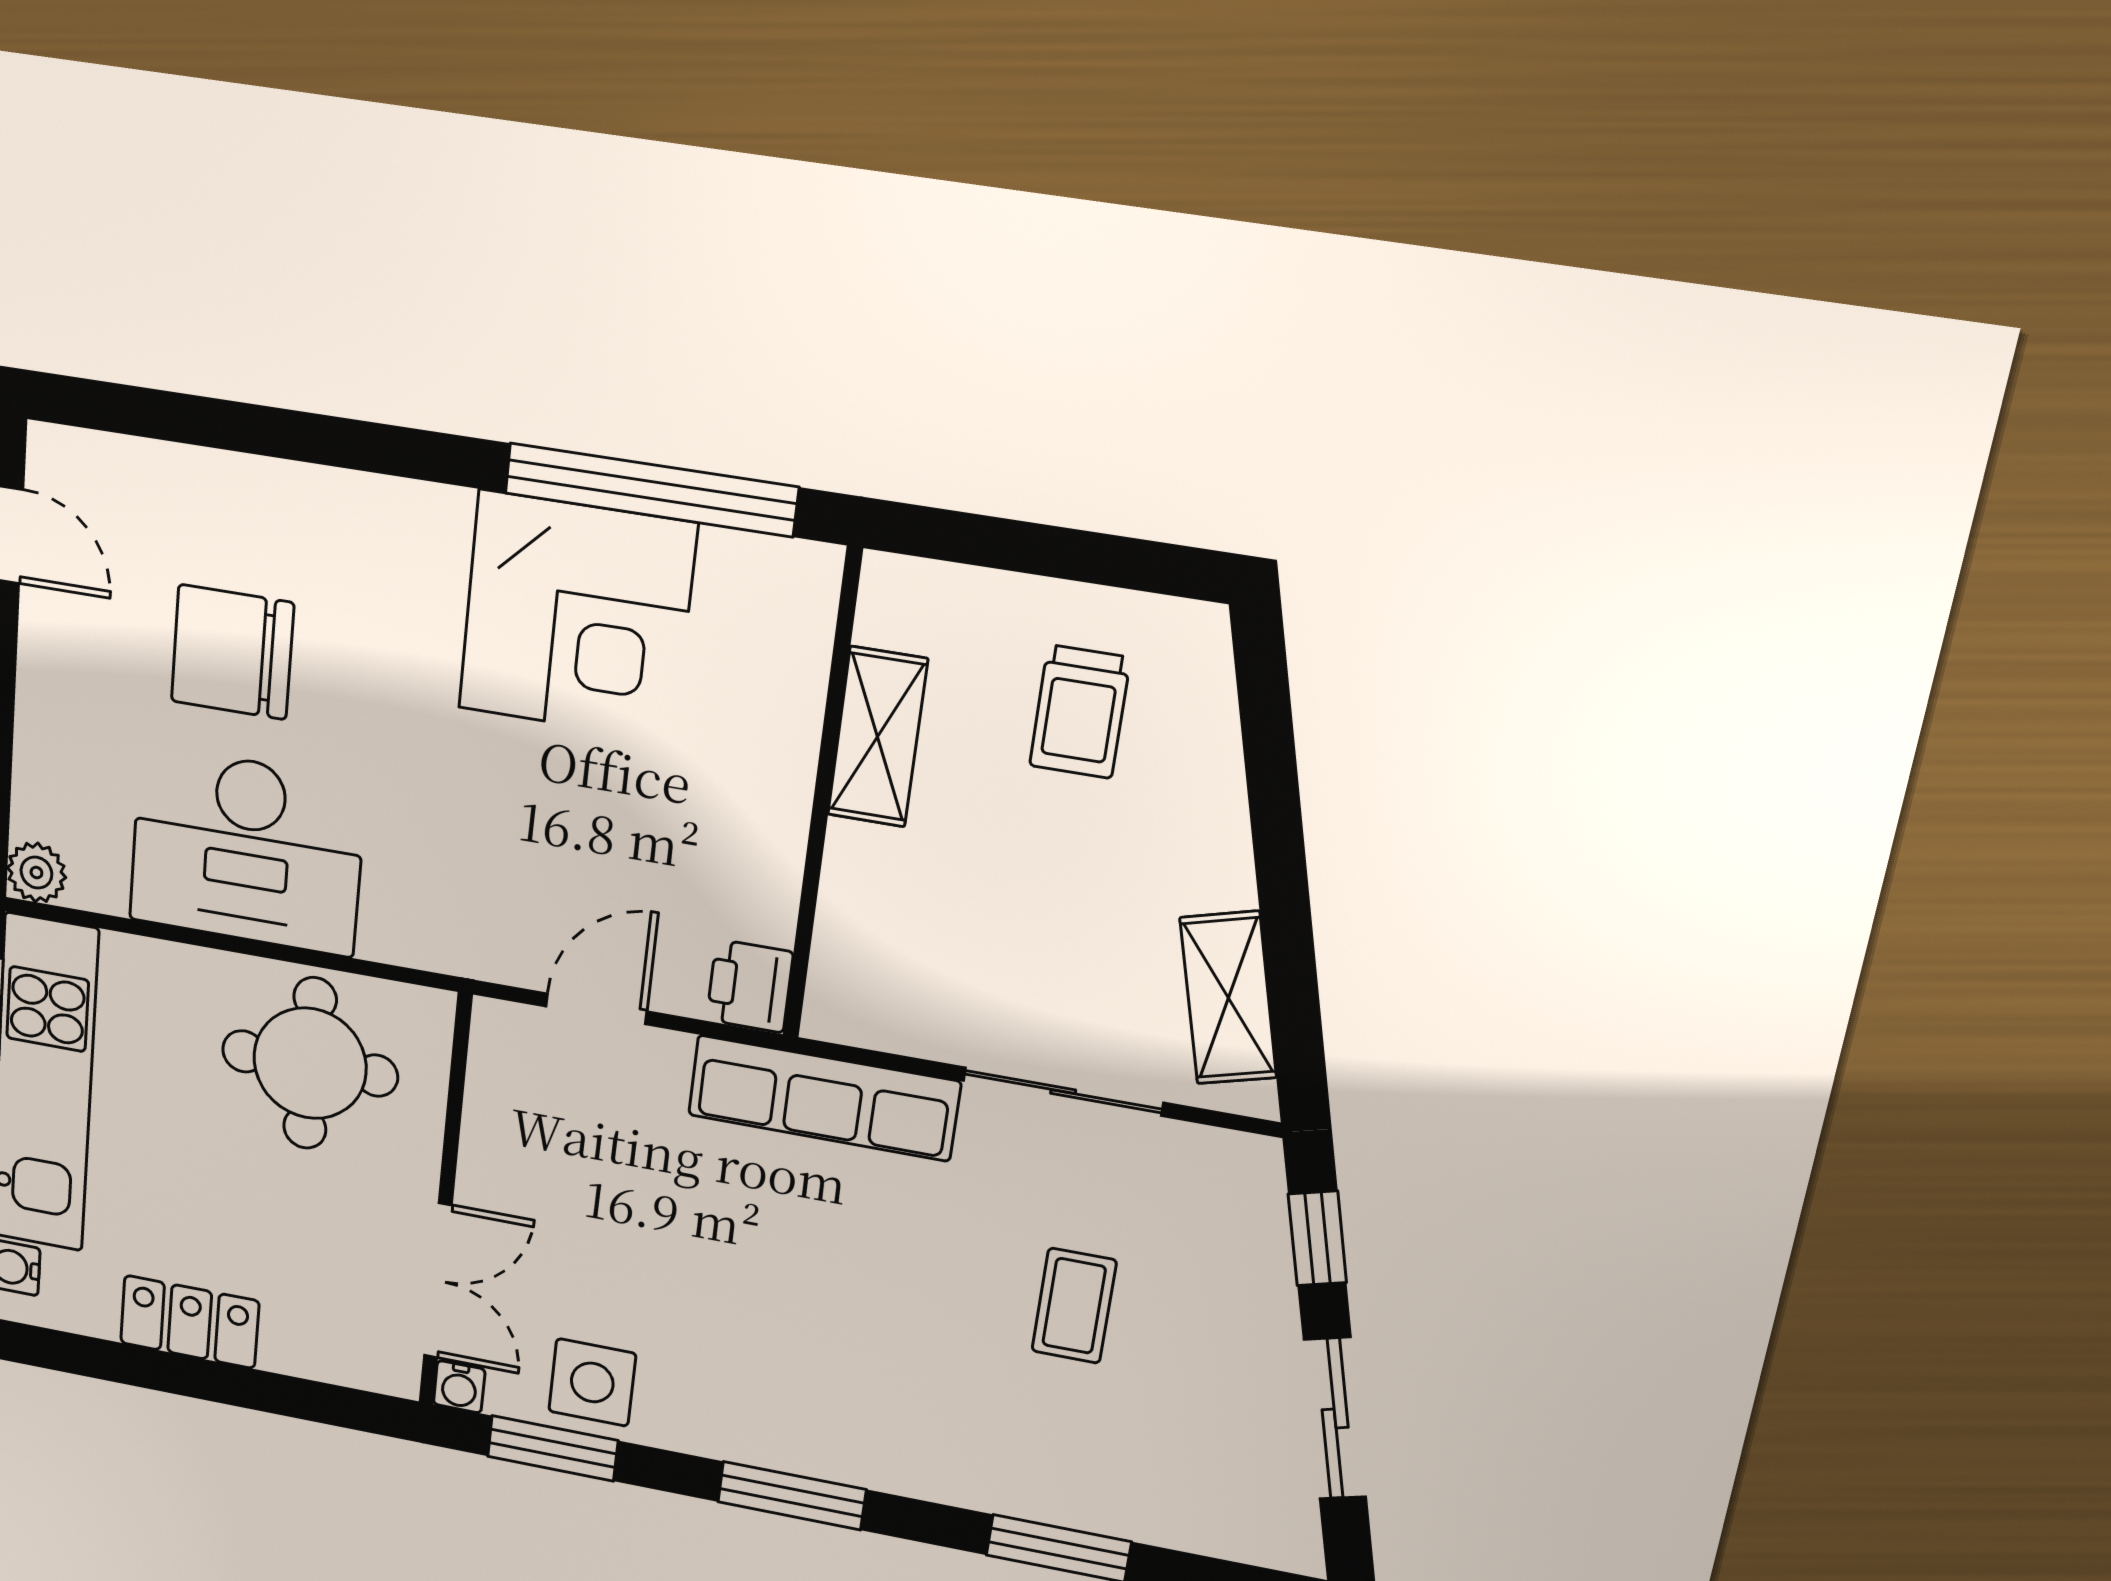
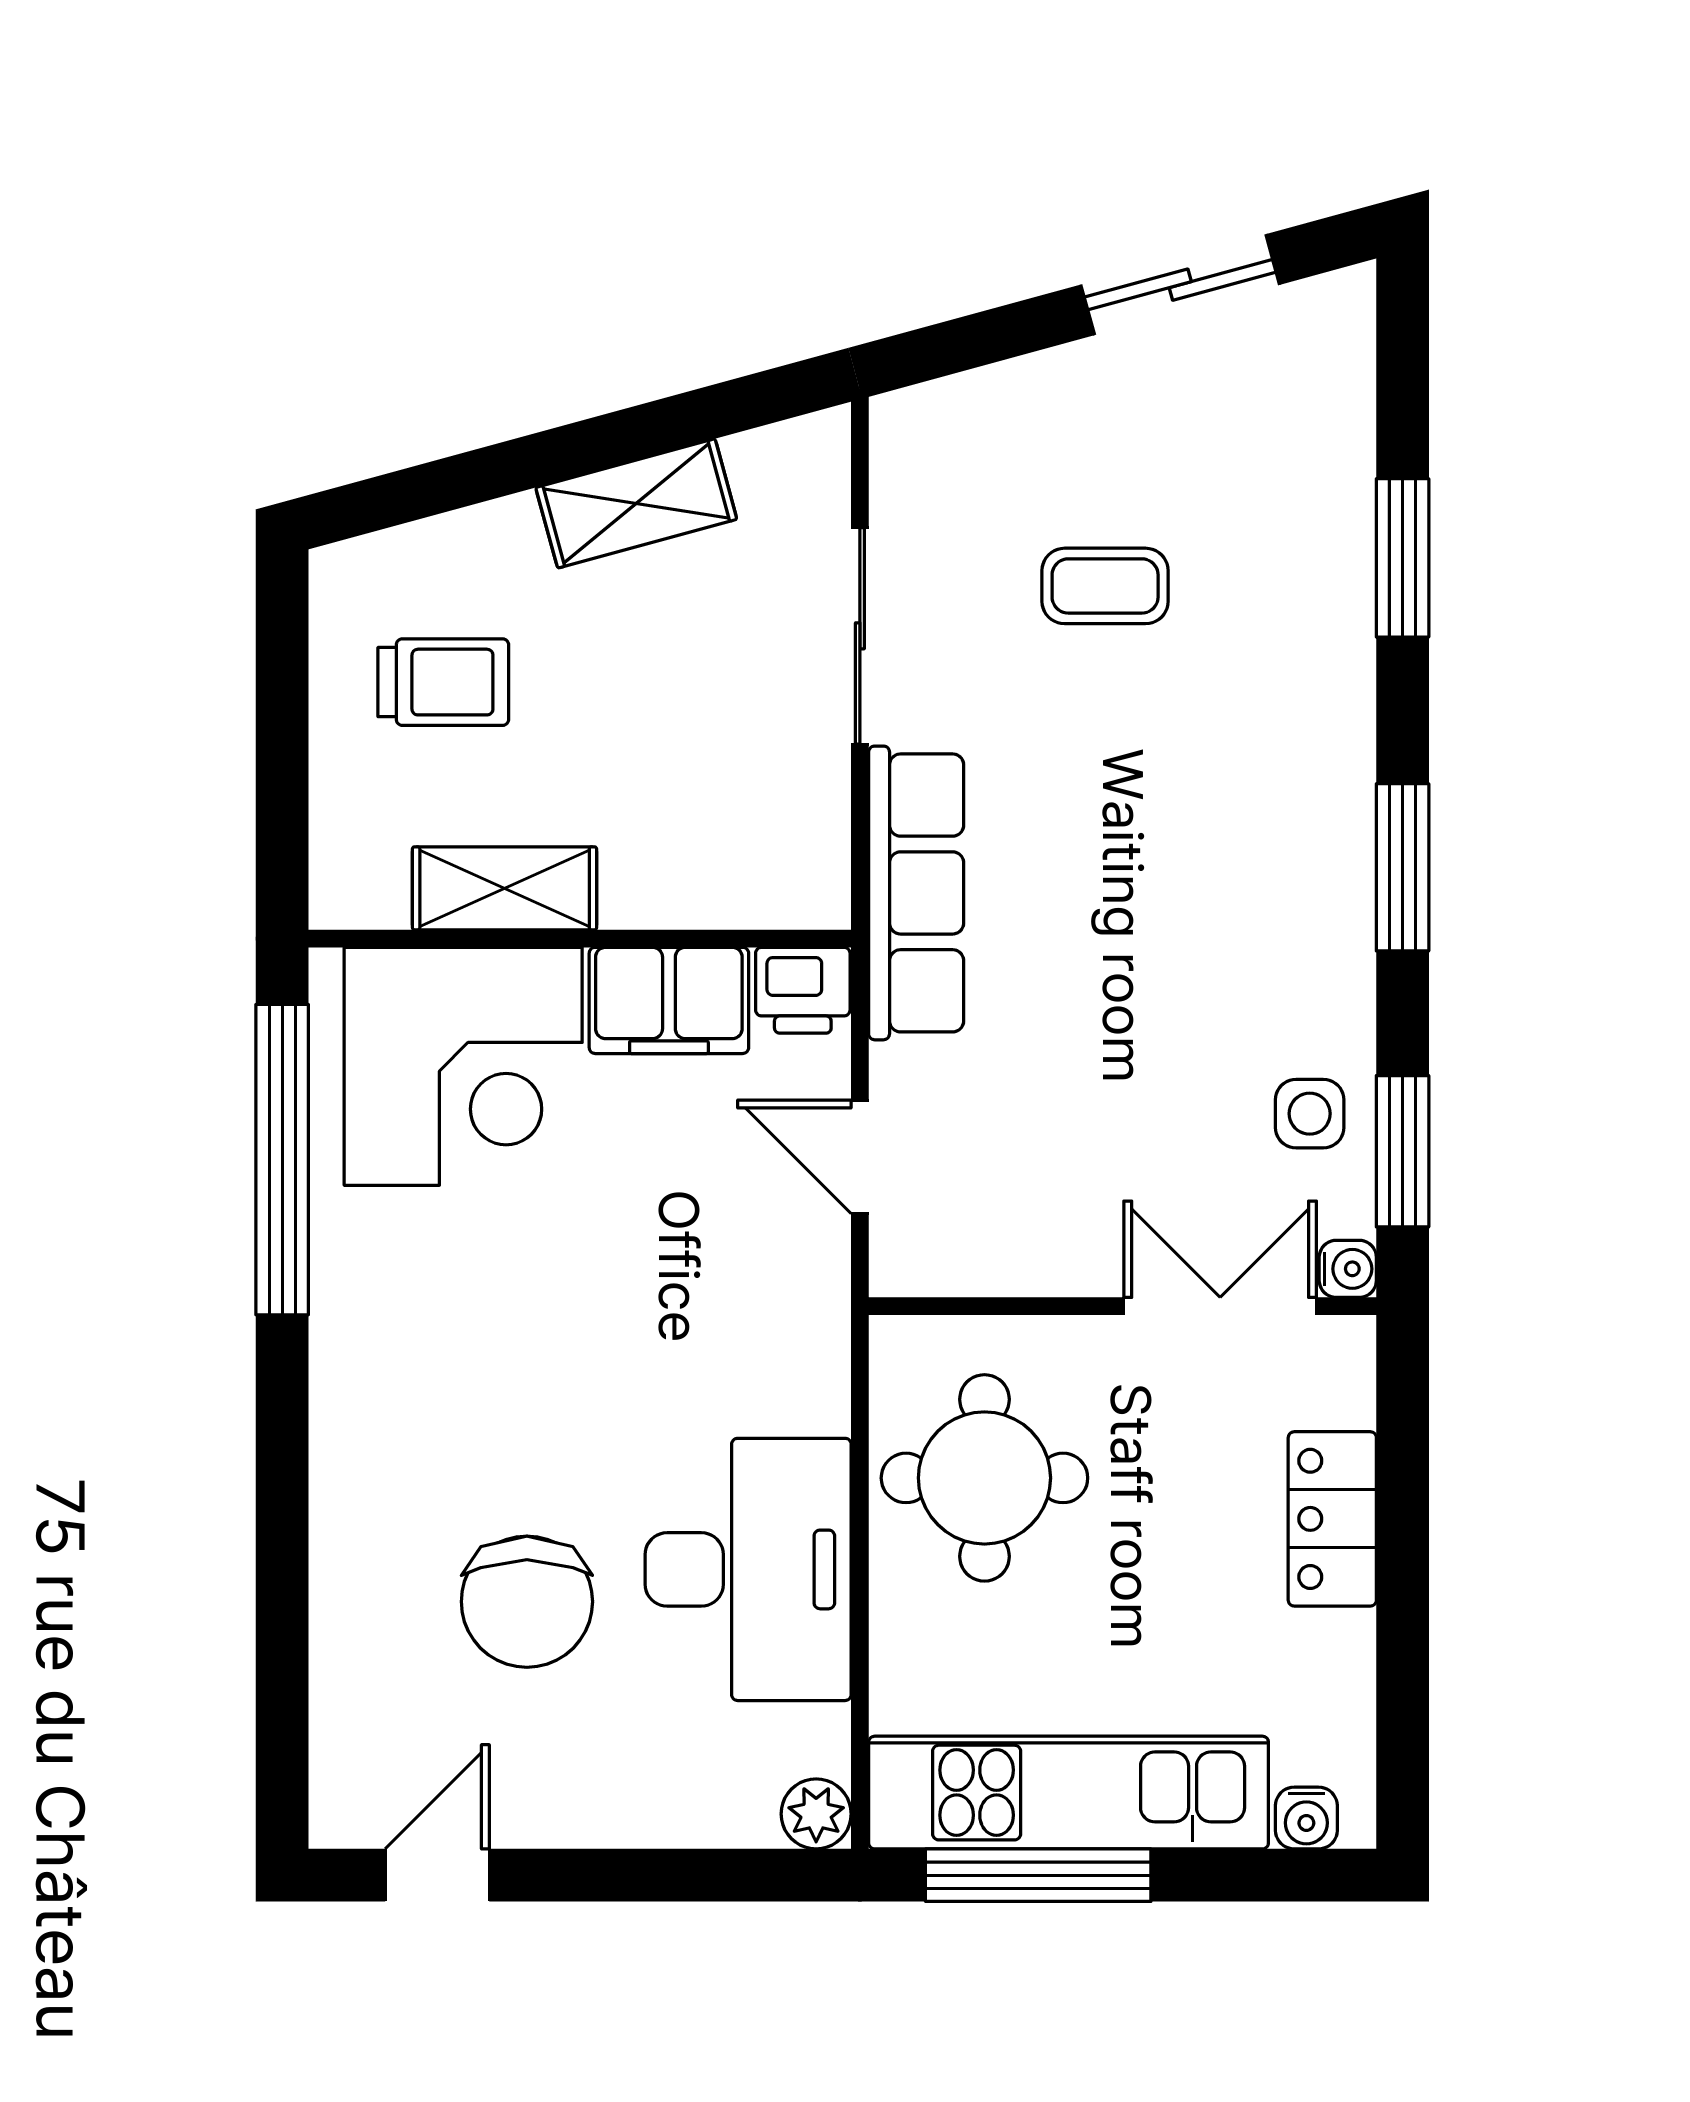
corner desk: (577, 616) -> (463, 1066), moved, turned 90
filing cabinet: (755, 868) -> (669, 1000), added
shelving: (1228, 998) -> (636, 503), moved
window: (1317, 1238) -> (975, 341), removed
locker: (190, 1322) -> (1332, 1519), moved
side table: (592, 1382) -> (1310, 1114), width x0.73, depth x0.73

